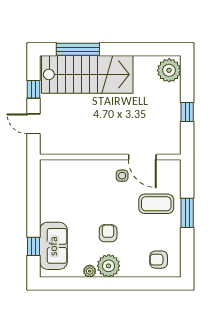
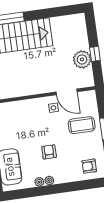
plant: (169, 70) -> (82, 59), moved
plant: (109, 266) -> (49, 180), width x0.53, depth x0.53

